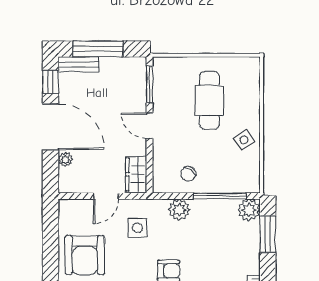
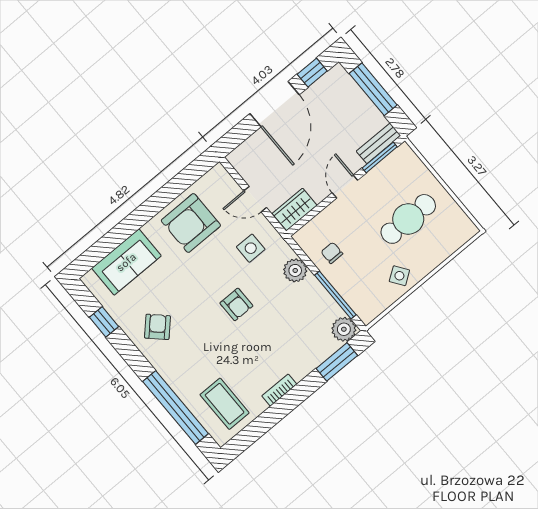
bench: (78, 64) -> (378, 143), moved, turned 90
plant: (65, 160) -> (257, 140), removed
chair: (188, 174) -> (332, 253), turned 56

